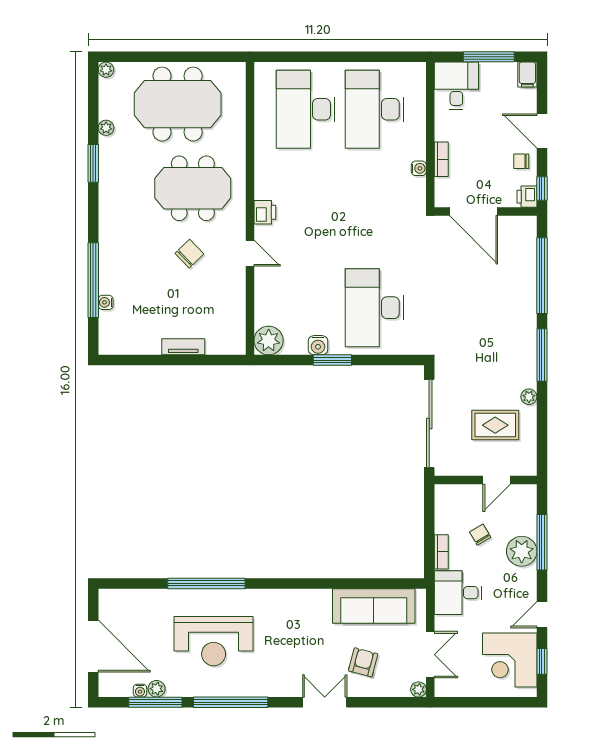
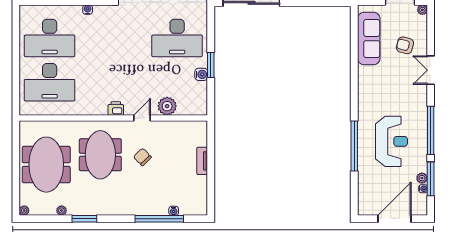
plant: (269, 340) -> (167, 106), moved

